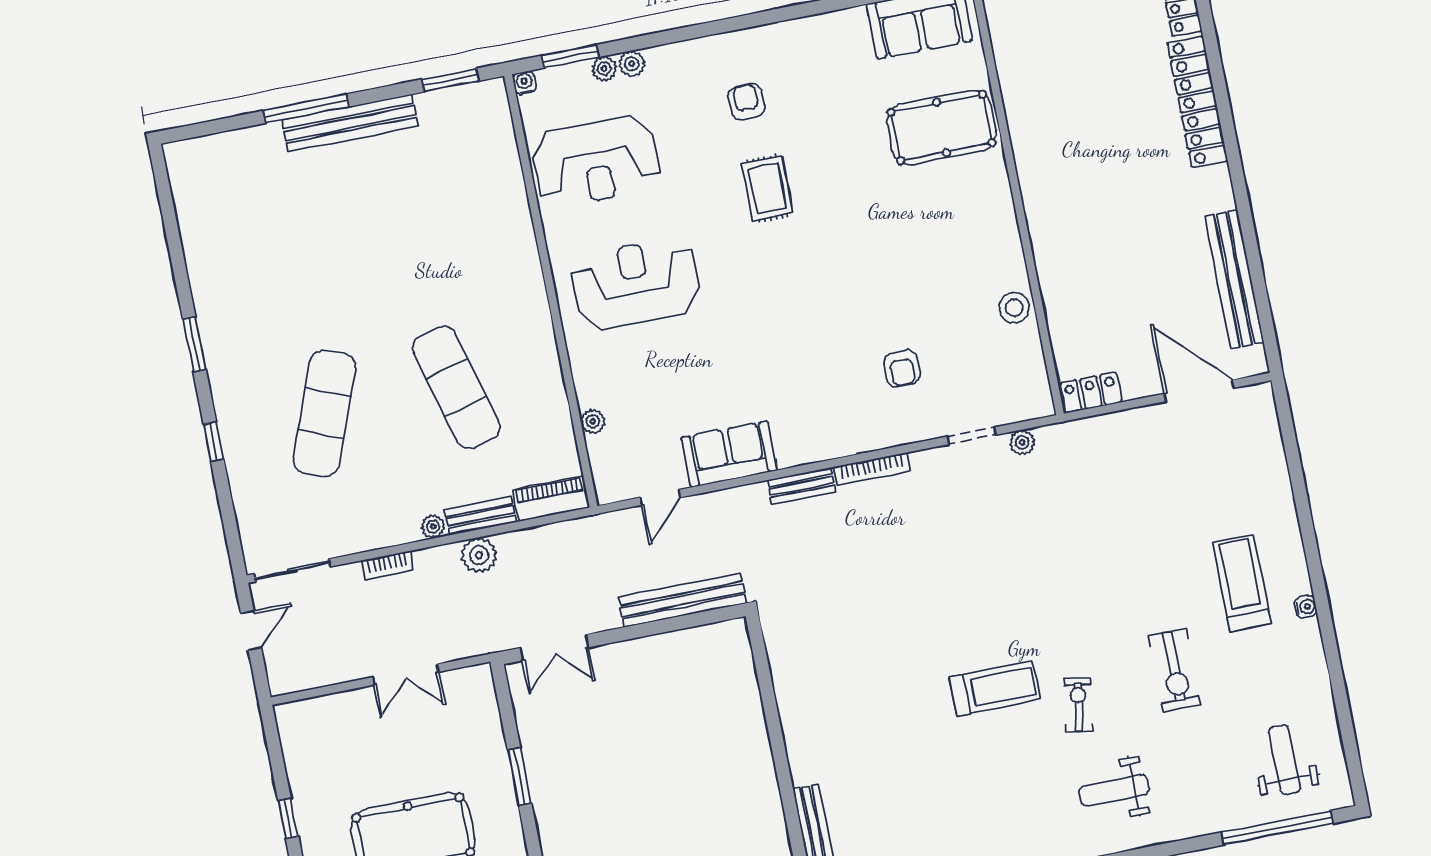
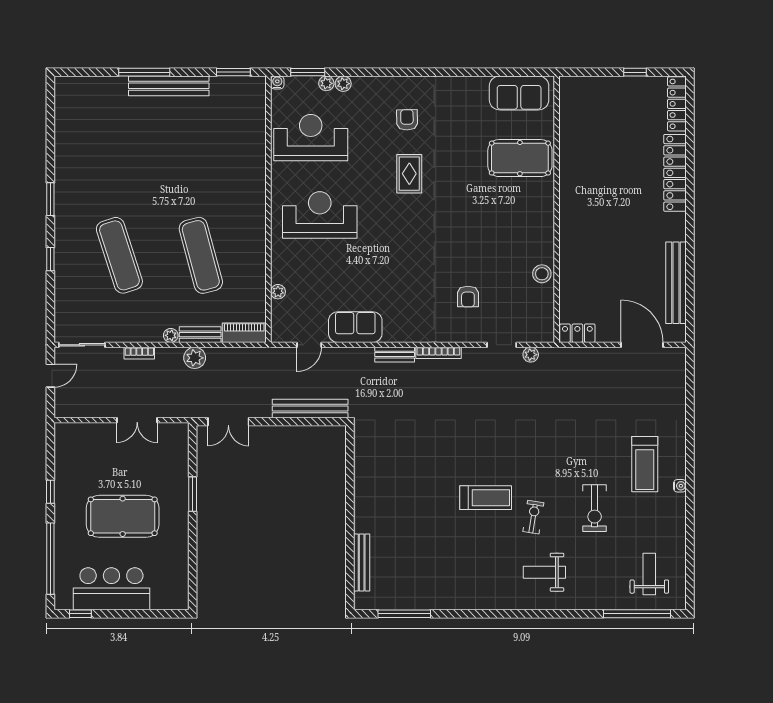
reception desk: (596, 161) -> (311, 138), turned 180
exercise mat: (324, 413) -> (119, 255), turned -39
treadmill: (1242, 583) -> (645, 464), turned 180

